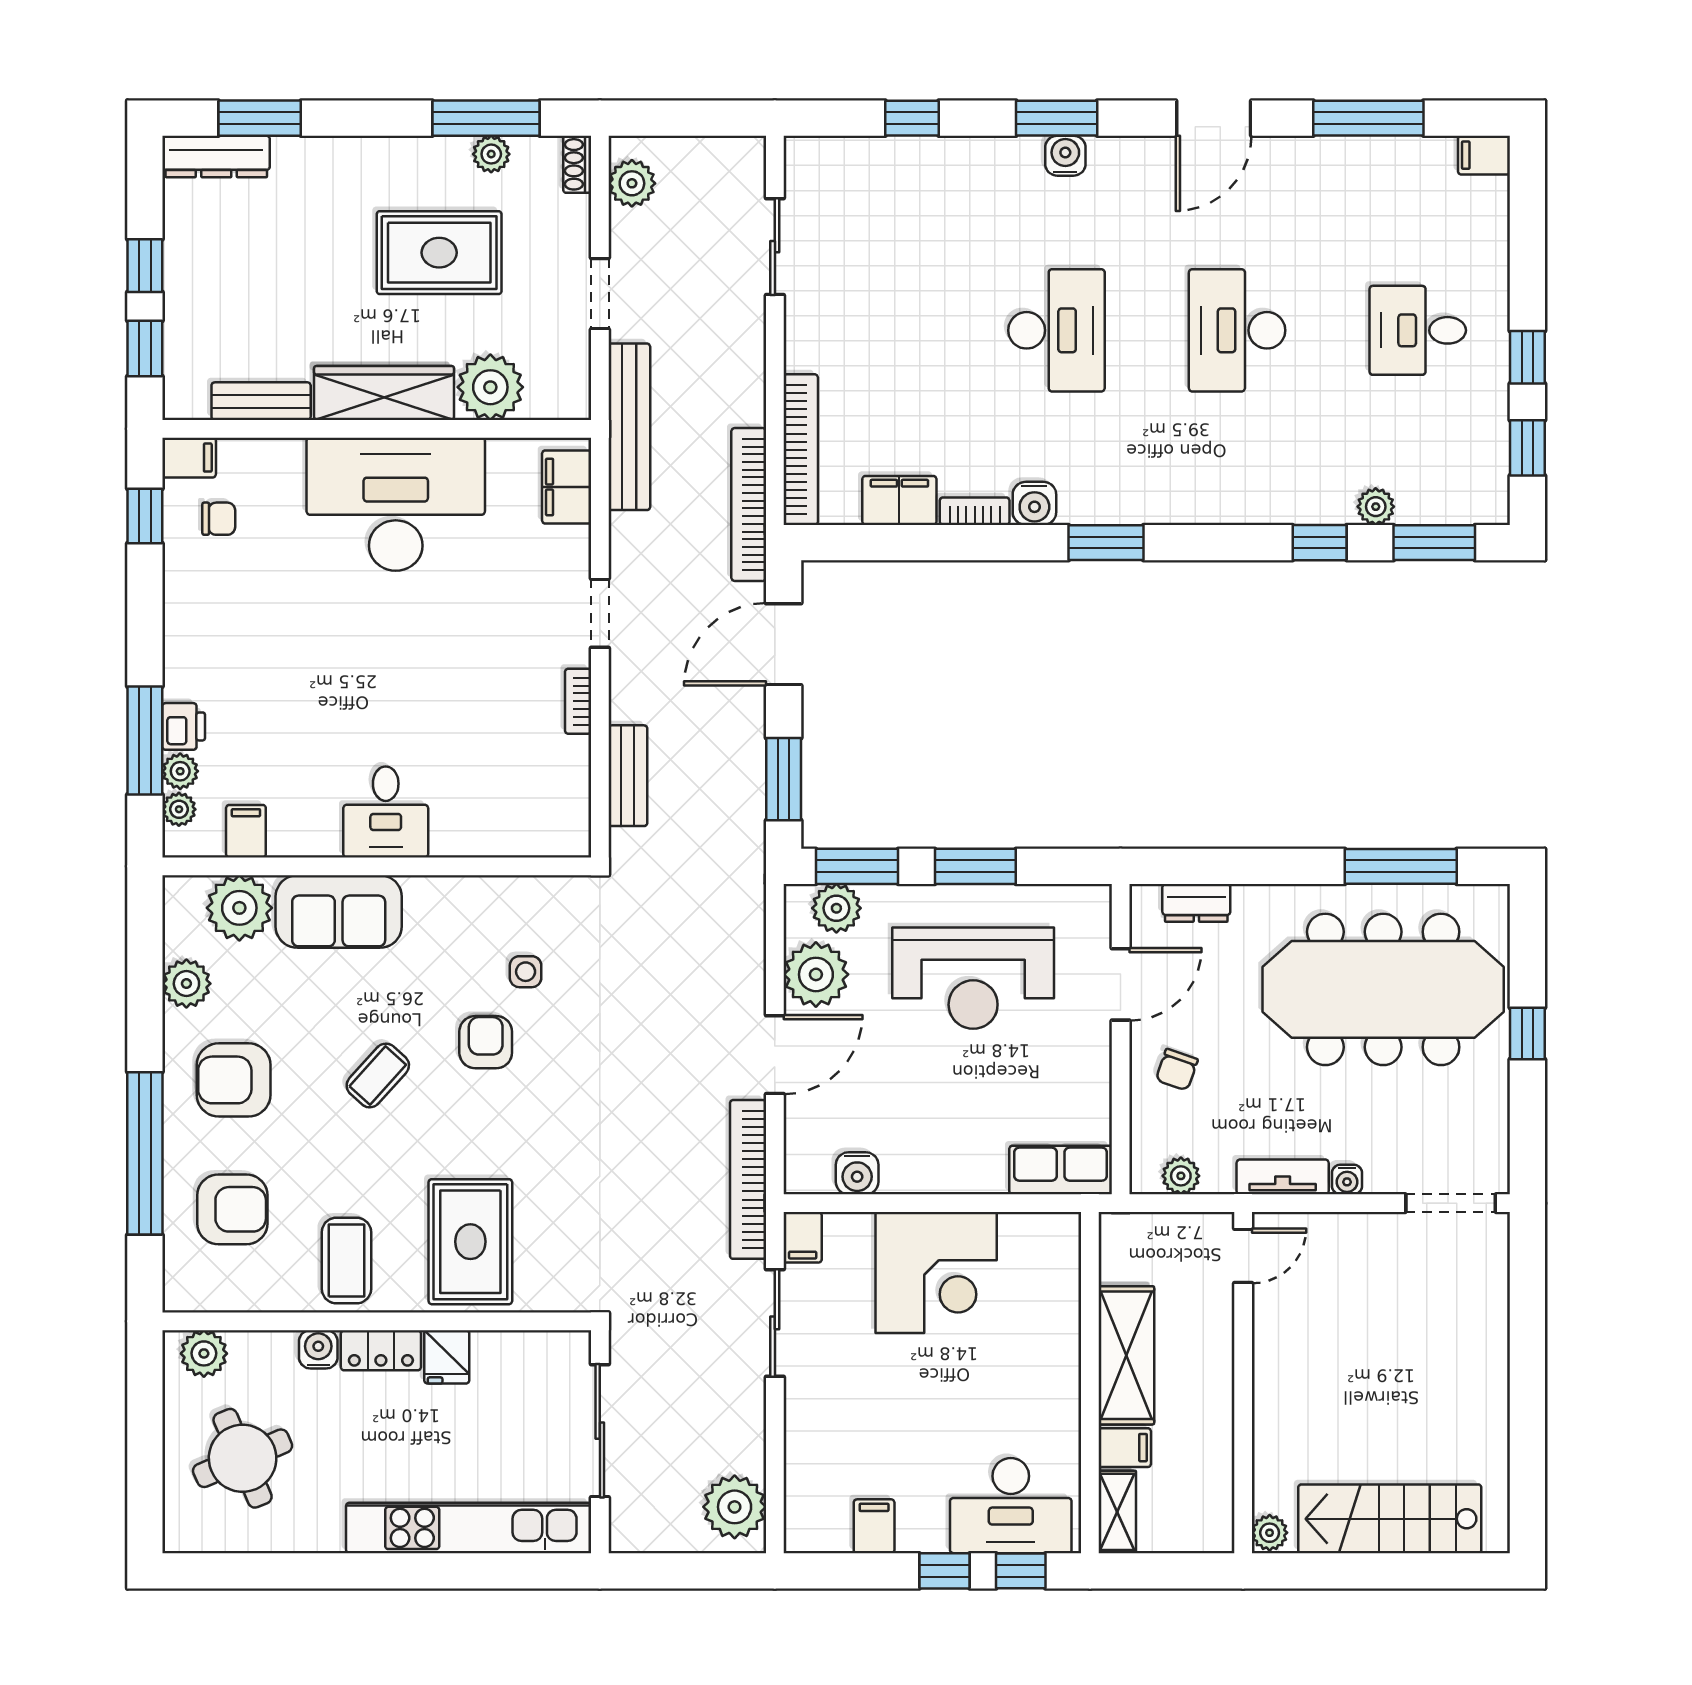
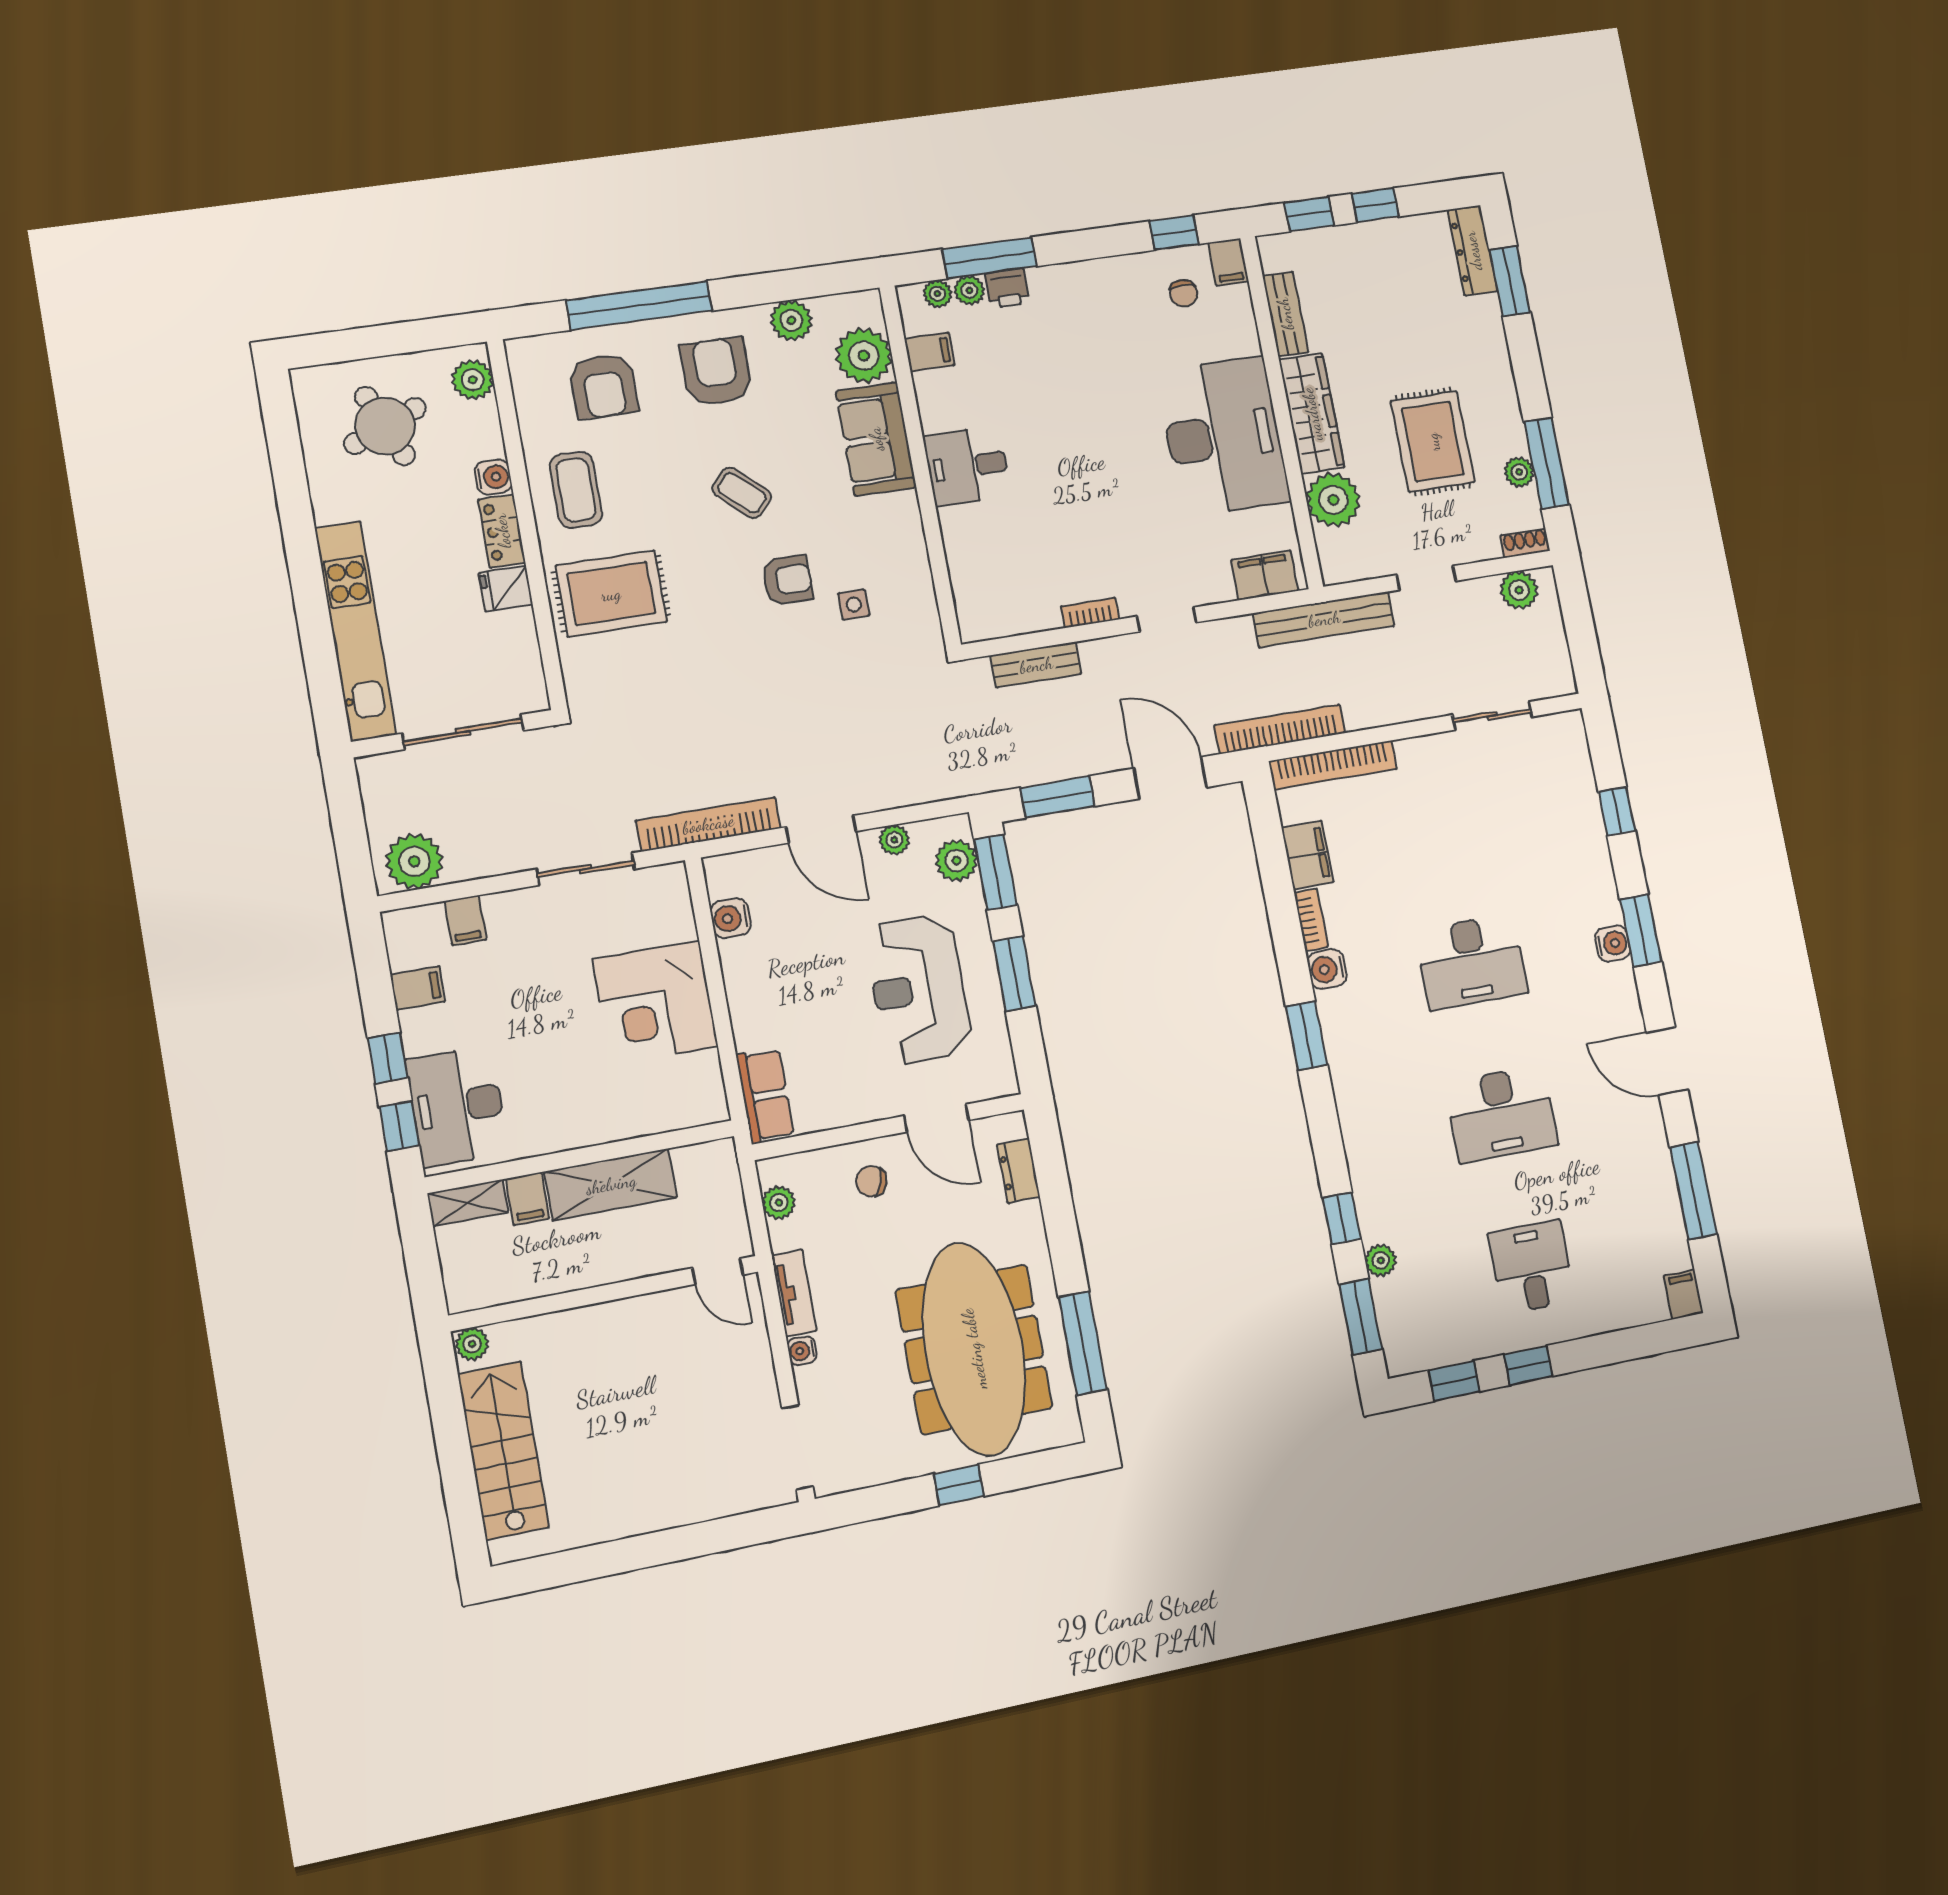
desk: (1237, 330) -> (1501, 1114), turned 180
plant: (816, 974) -> (894, 840), width x0.53, depth x0.53
filing cabinet: (803, 1237) -> (465, 920), moved, turned -90
coffee table: (346, 1261) -> (576, 490), turned 90

